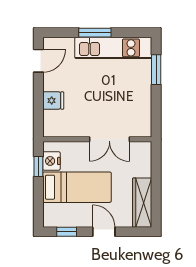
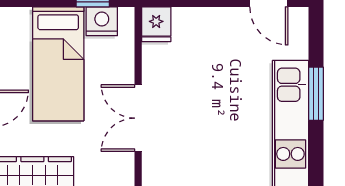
fridge: (53, 101) -> (156, 24), moved

